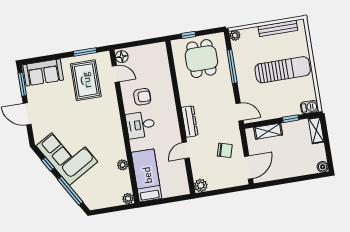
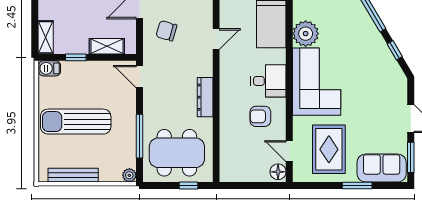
window: (85, 52) -> (357, 185), moved
dining table: (201, 59) -> (177, 153), width x1.38
dresser: (190, 121) -> (205, 97), moved
corner sofa: (67, 154) -> (317, 82), moved, turned -149
plant: (123, 165) -> (306, 34), width x1.87, depth x1.87

